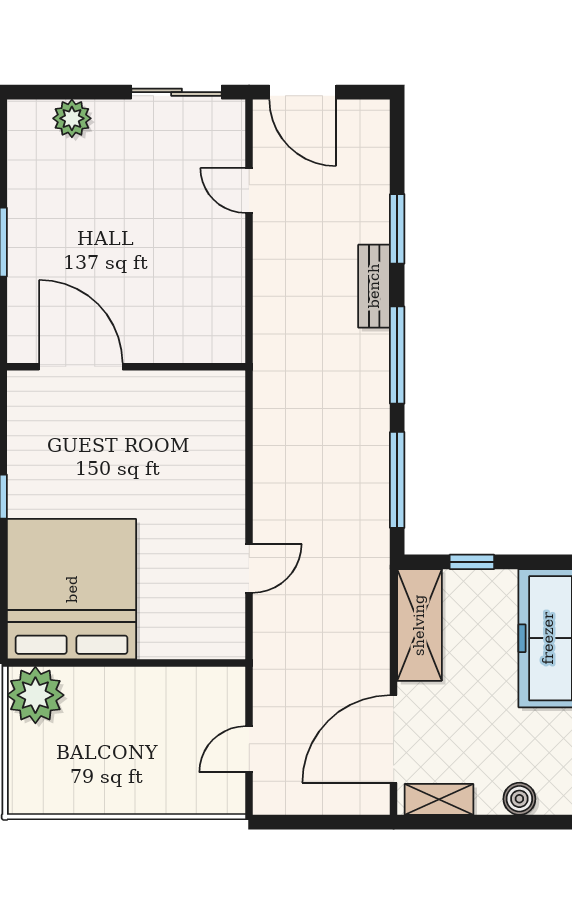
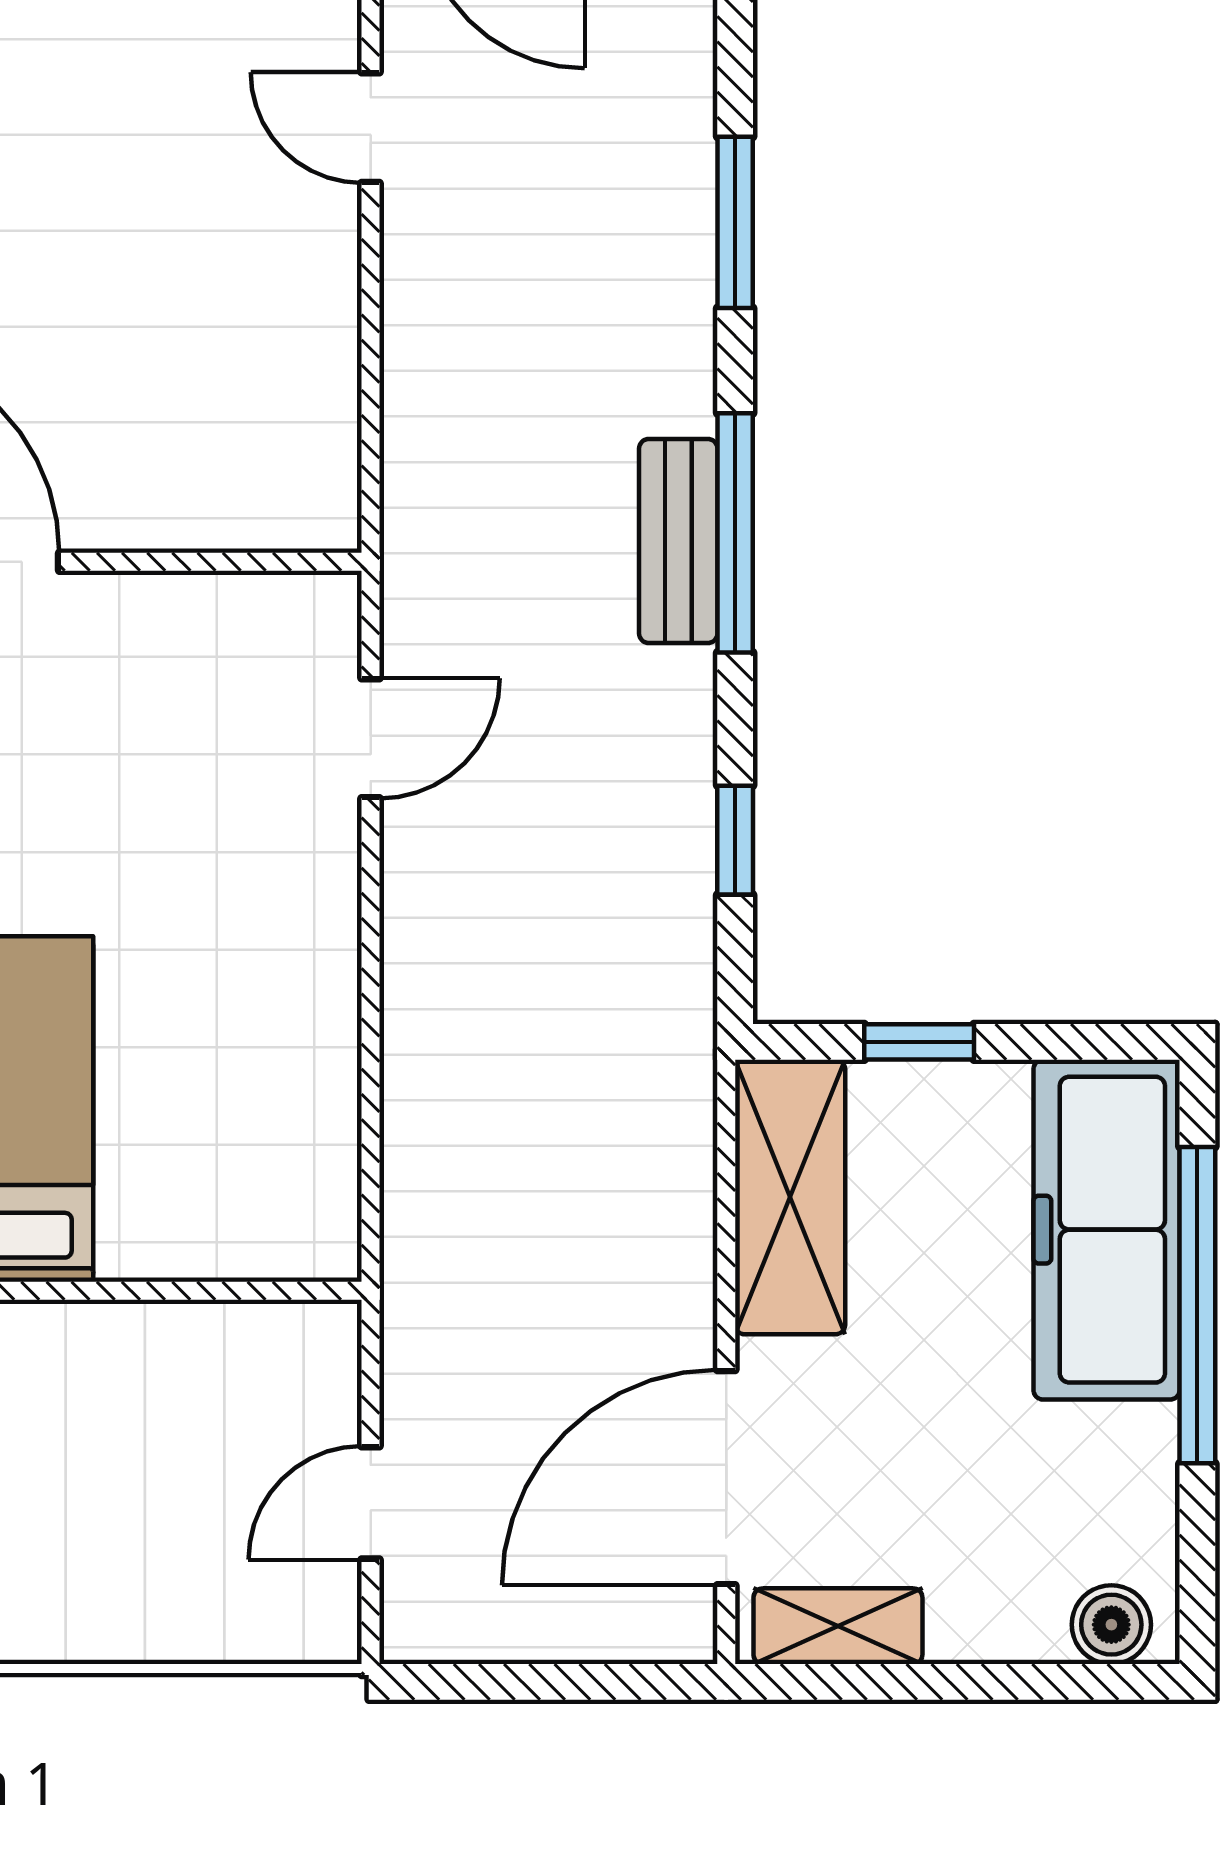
bench: (374, 286) -> (678, 541), moved
window: (397, 480) -> (735, 840), width x0.46
door: (249, 568) -> (371, 738), moved
boiler: (519, 799) -> (1111, 1625), moved

